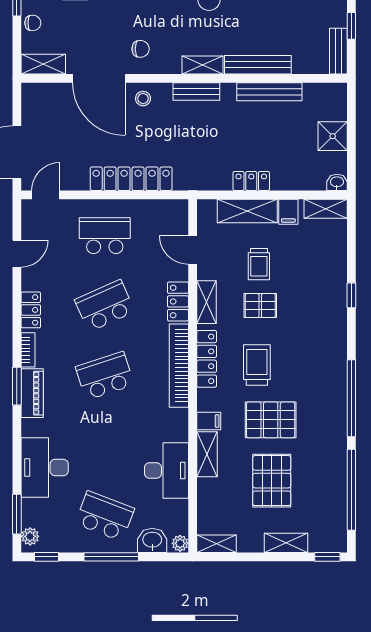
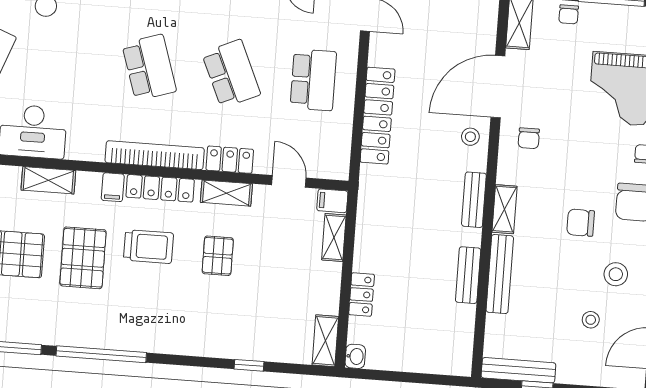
bench: (338, 51) -> (518, 370), width x1.36
bench: (269, 92) -> (468, 275), width x0.73
shower: (333, 136) -> (410, 355), removed
locker: (251, 181) -> (362, 295), moved
shelving: (247, 211) -> (334, 237), width x0.67, depth x0.75
filing cabinet: (288, 212) -> (332, 201), moved
door: (193, 250) -> (289, 181), hinge flipped
trolley: (259, 264) -> (266, 258), removed
window: (351, 295) -> (249, 365), moved
filing cabinet: (209, 421) -> (113, 187), moved

